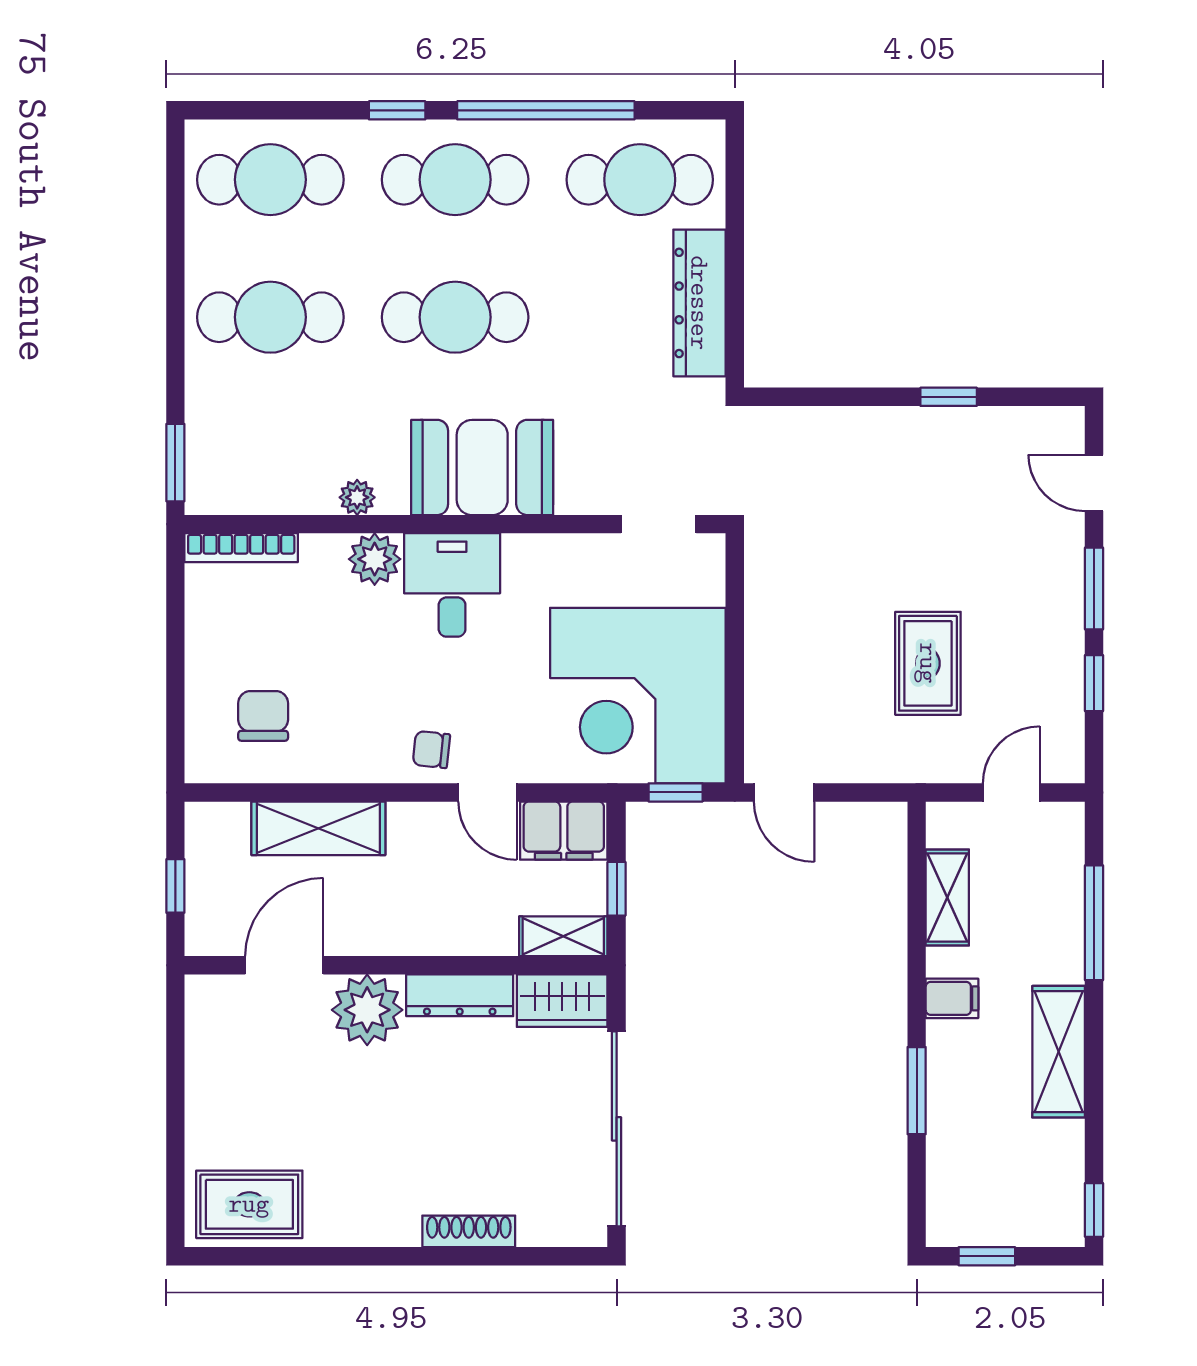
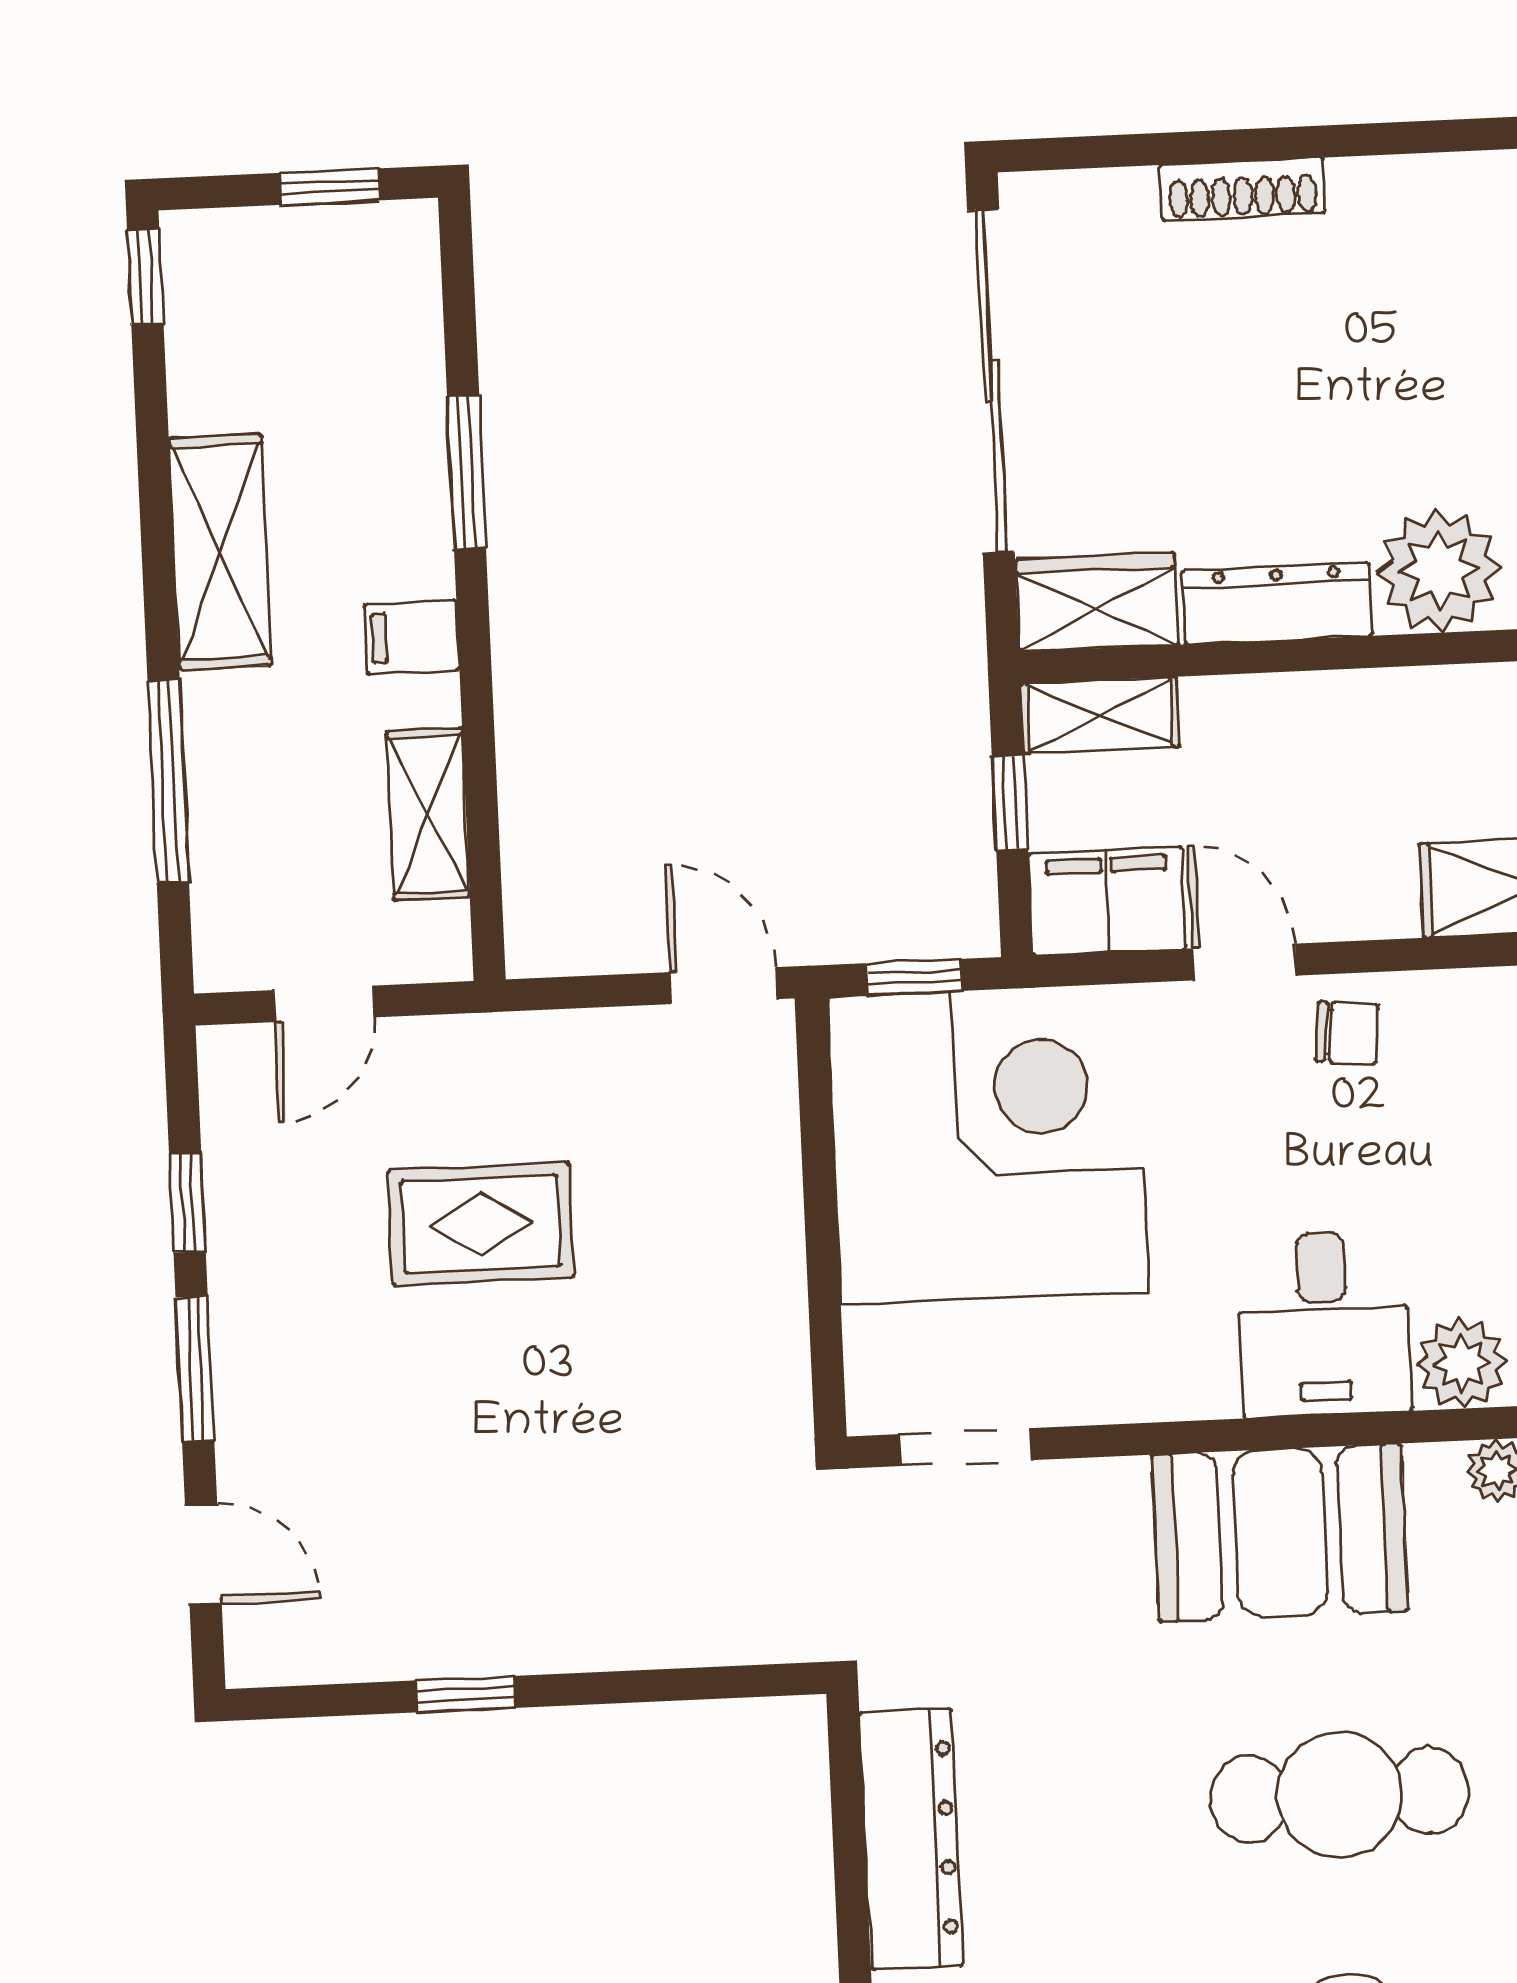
rug: (928, 663) -> (481, 1224), turned 90

